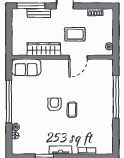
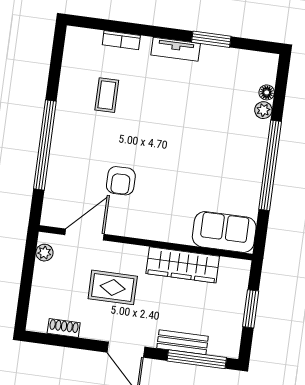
window: (9, 33) -> (251, 309), added
door: (78, 57) -> (84, 235), moved
armchair: (54, 104) -> (121, 181), moved
coffee table: (72, 110) -> (107, 95), moved

